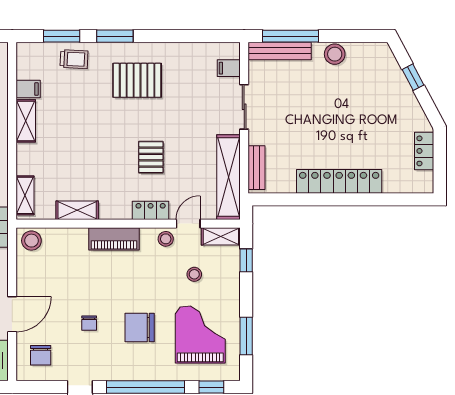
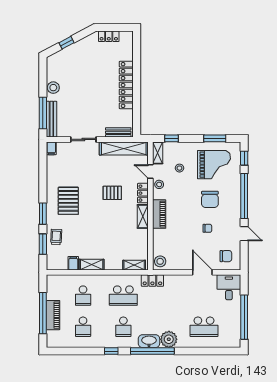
filing cabinet: (229, 68) -> (51, 148), moved
shelving: (77, 210) -> (143, 216), moved
grand piano: (200, 334) -> (214, 165), turned 180

